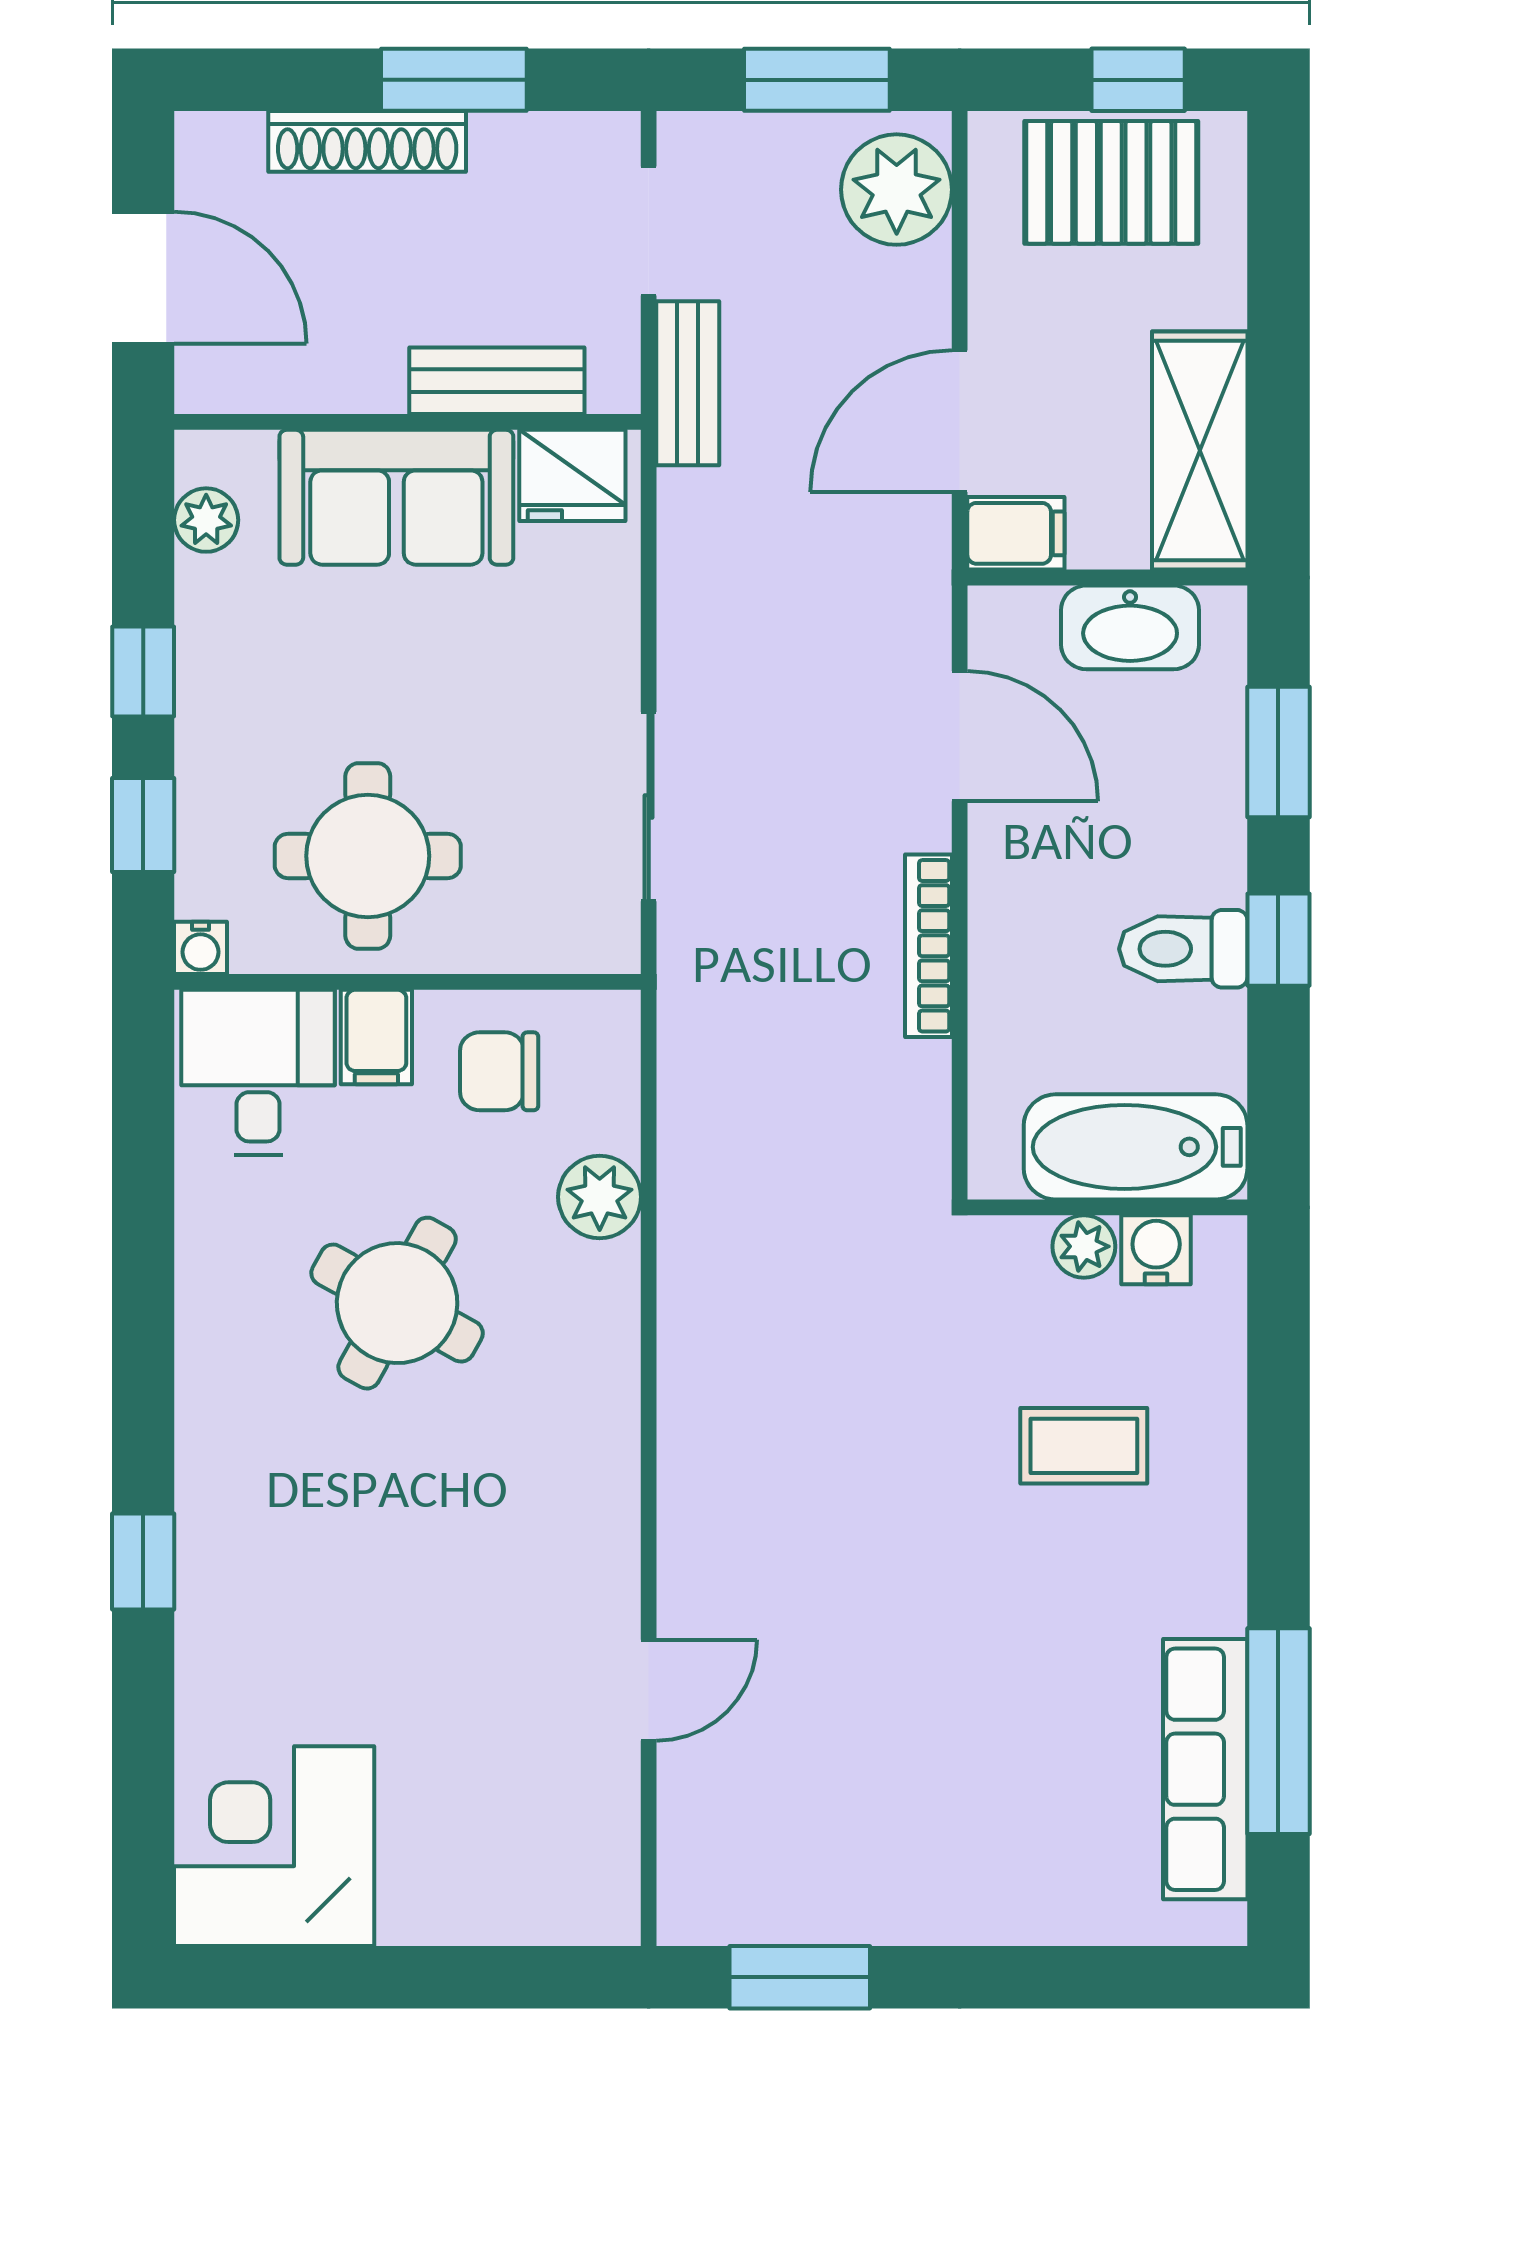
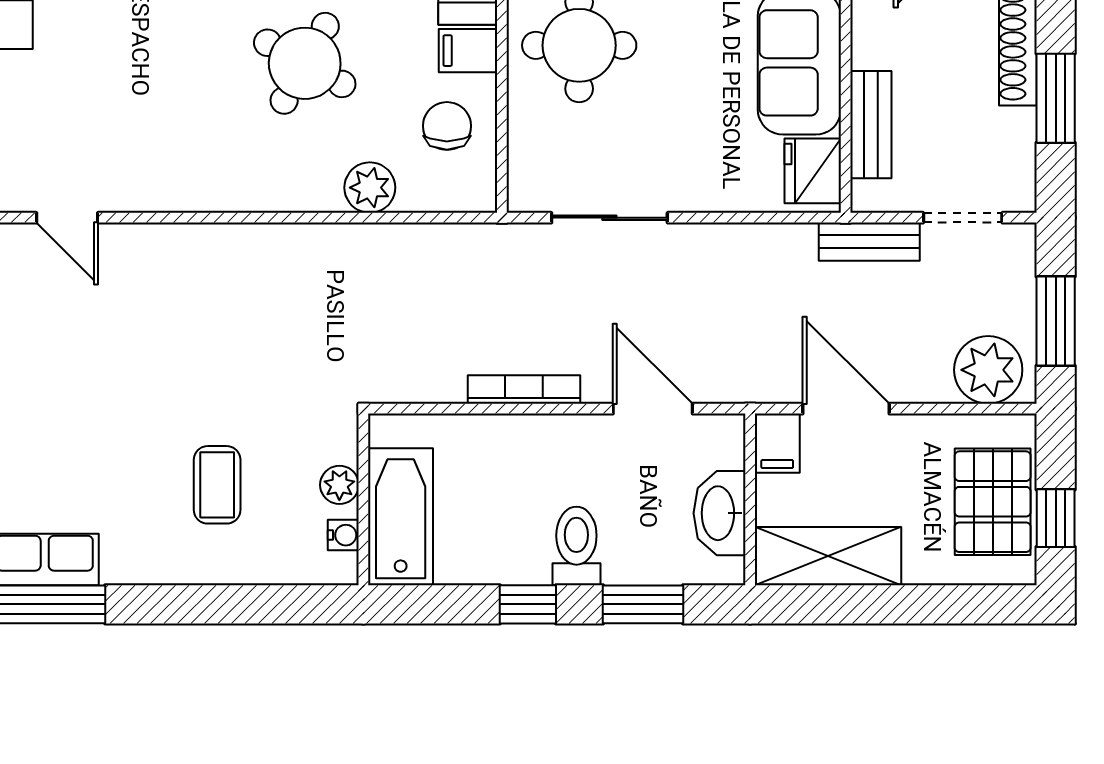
door: (960, 736) -> (653, 409), swing flipped
toilet: (1183, 949) -> (576, 546), moved
water cooler: (1156, 1250) -> (343, 535), width x0.72, depth x0.72

